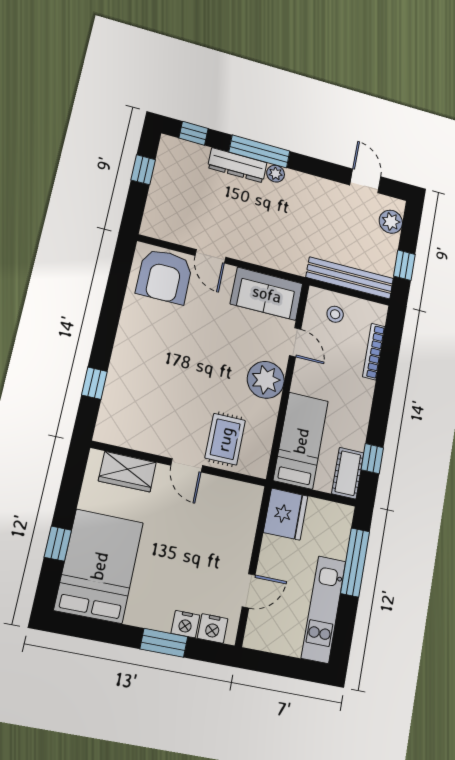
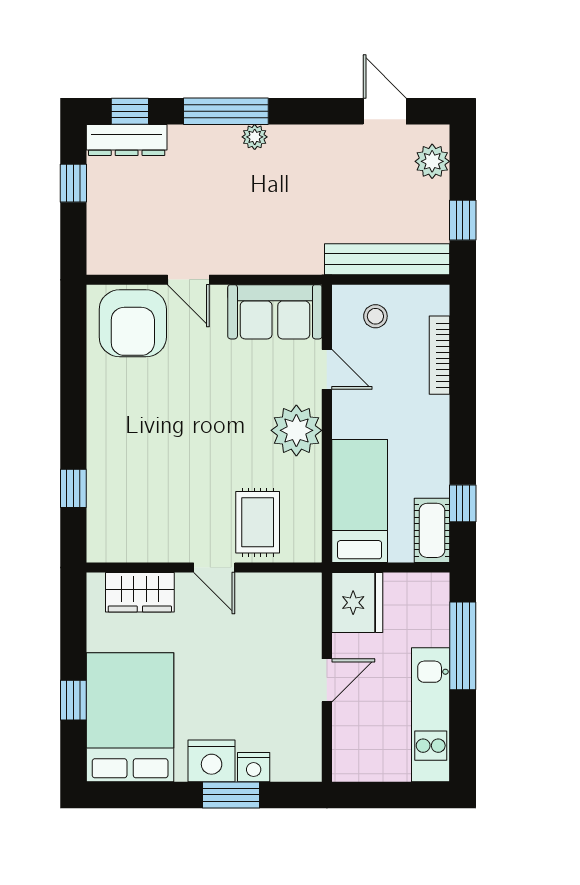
dresser: (237, 165) -> (127, 140), moved
door: (249, 591) -> (327, 680), moved
nightstand: (213, 628) -> (212, 761), moved, width x1.36, depth x1.33

